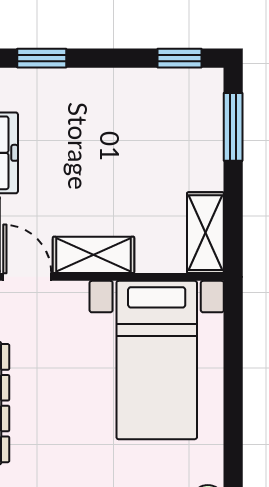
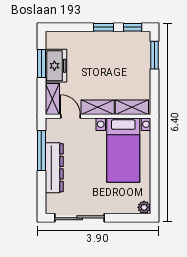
window: (42, 58) -> (104, 27), moved
shelving: (205, 233) -> (132, 107), moved, turned 90

